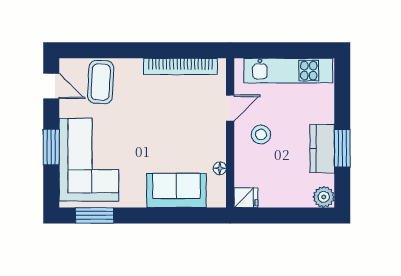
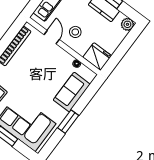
fridge: (246, 198) -> (97, 57), width x1.88, depth x1.34
window: (95, 215) -> (68, 122), moved

